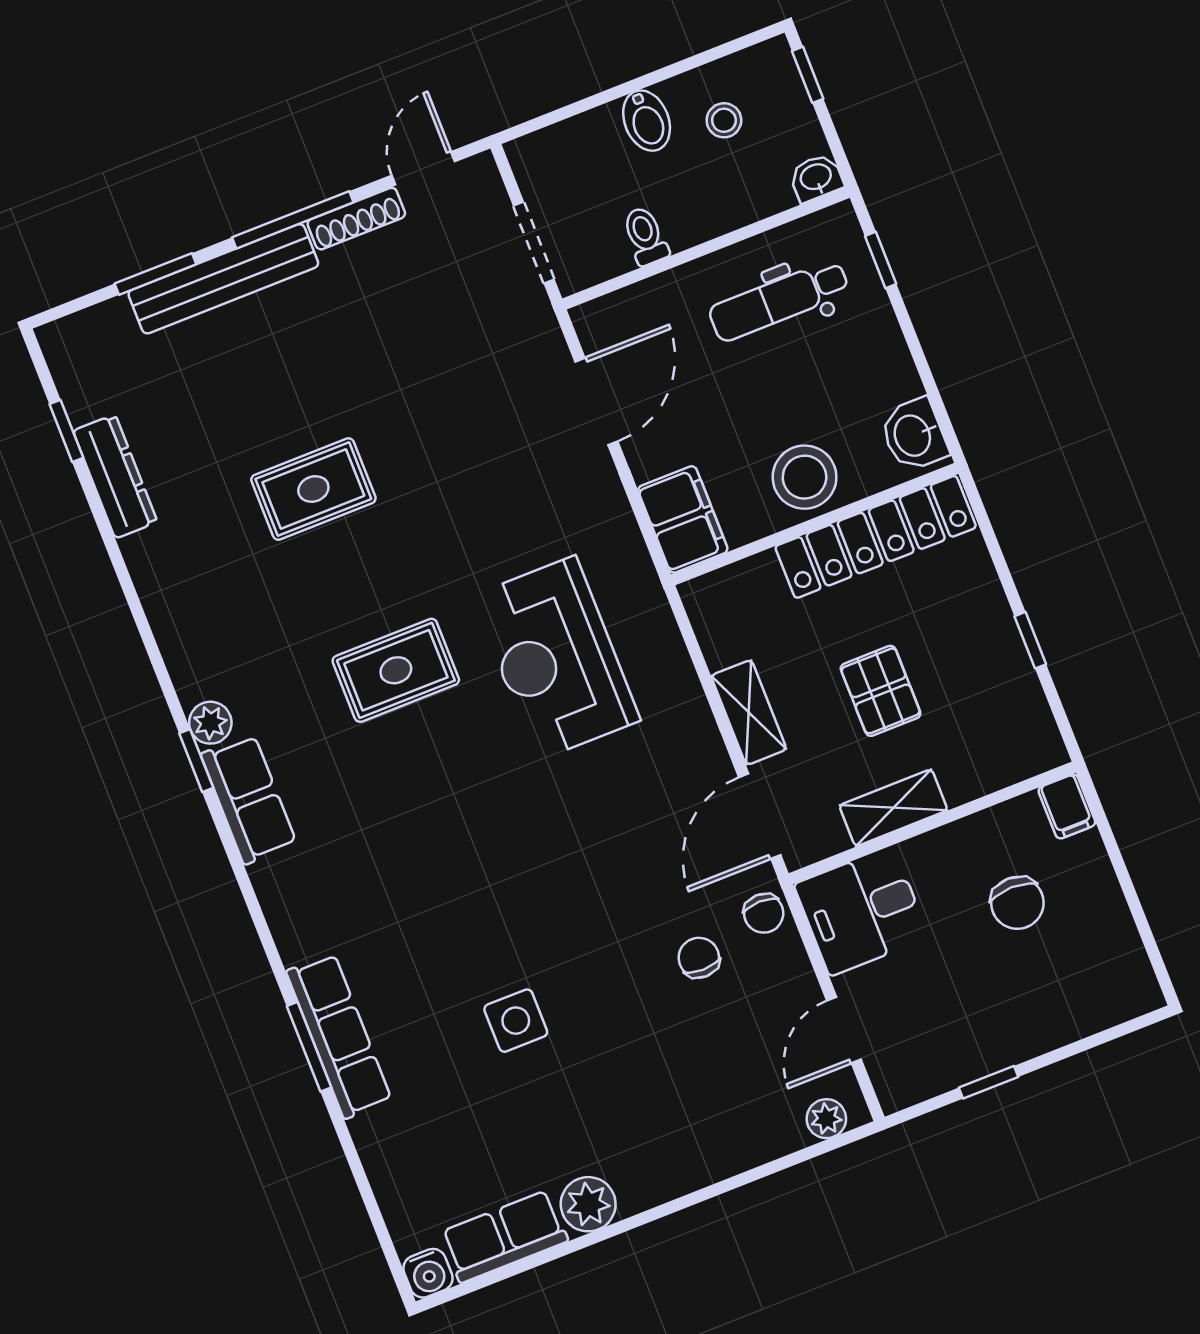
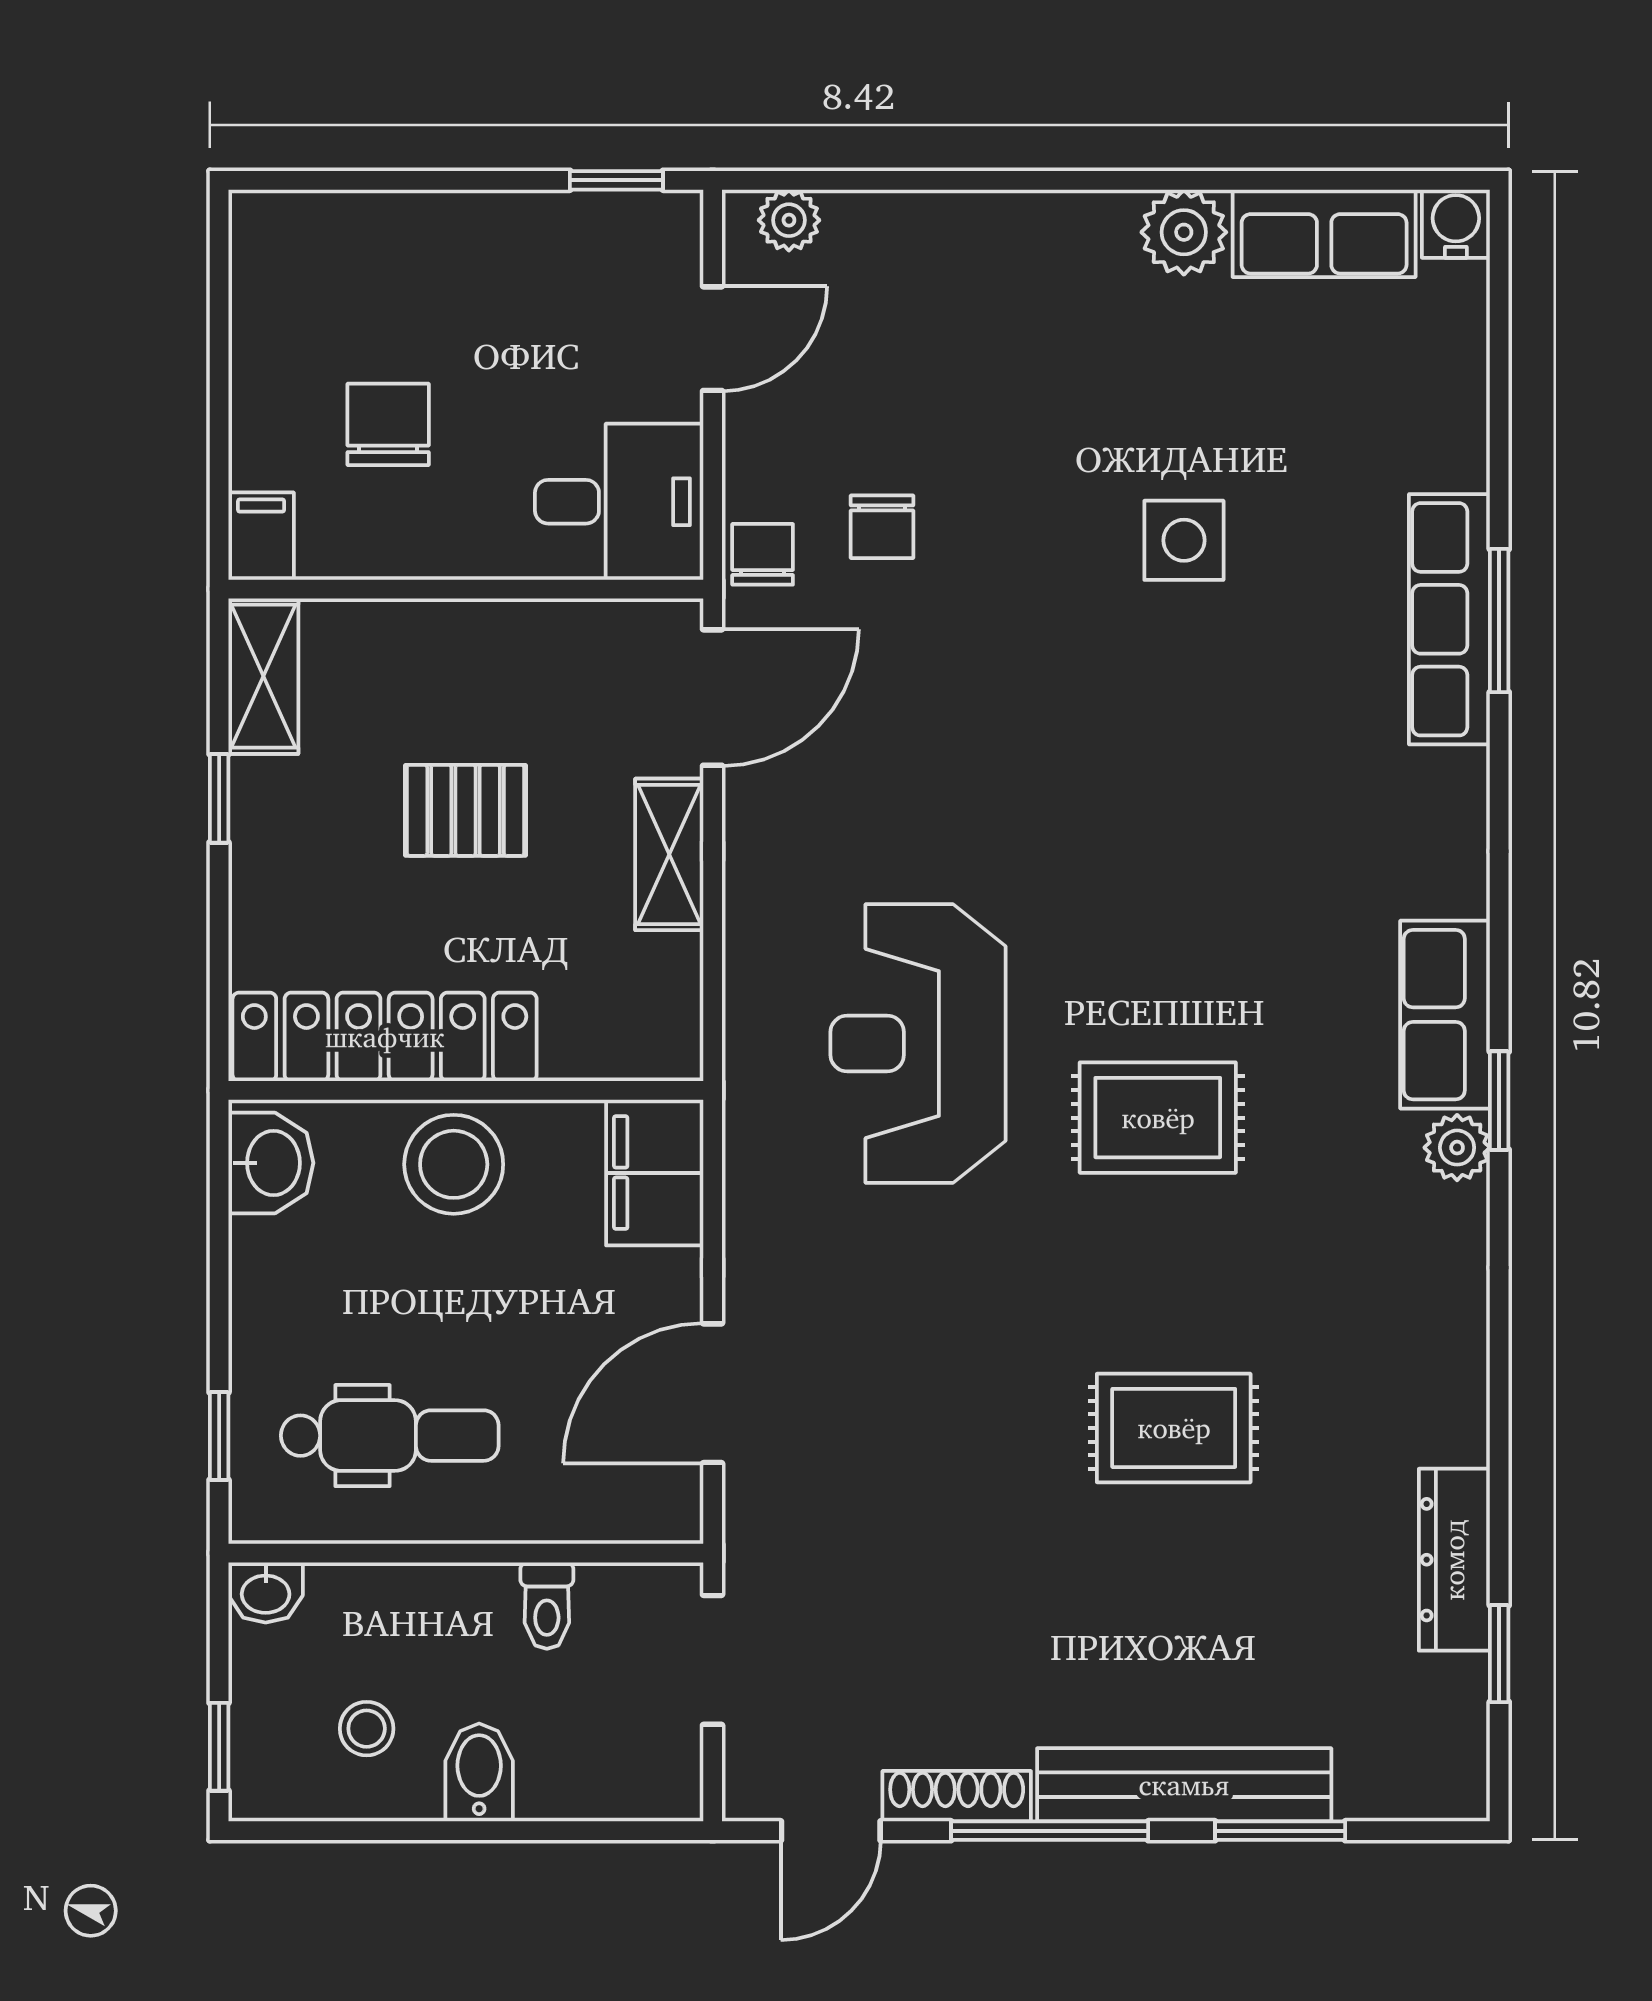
reception desk: (556, 658) -> (918, 1043), turned 180
pallet: (881, 691) -> (466, 810), turned 90
shelving: (893, 808) -> (263, 676), moved, turned 90
window: (989, 1082) -> (616, 180), moved

